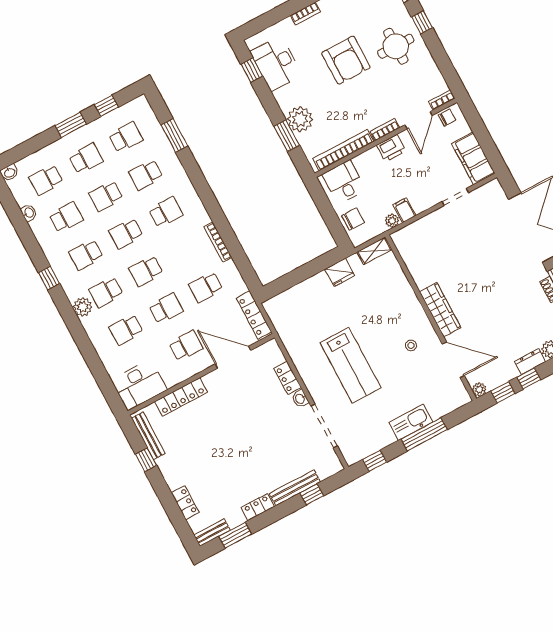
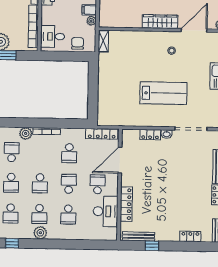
plant: (200, 217) -> (26, 133), added
fridge: (340, 272) -> (105, 69), removed
desk: (139, 385) -> (106, 211), moved

